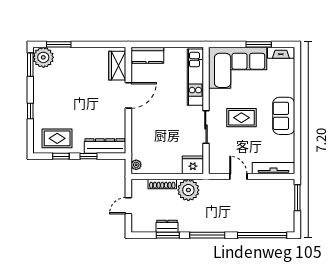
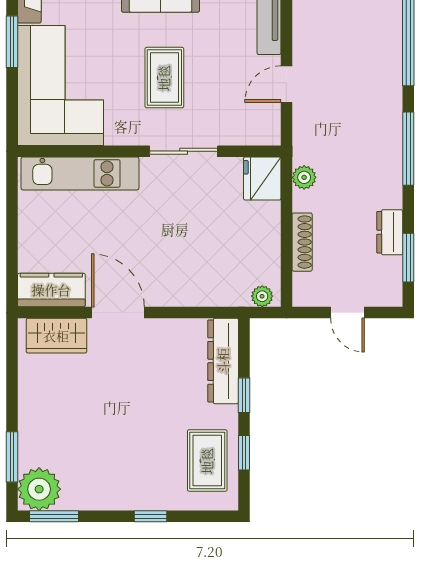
kitchen counter: (147, 55) -> (51, 290), moved, turned -90
plant: (188, 190) -> (304, 177), width x0.53, depth x0.53
window: (168, 235) -> (408, 258), moved

